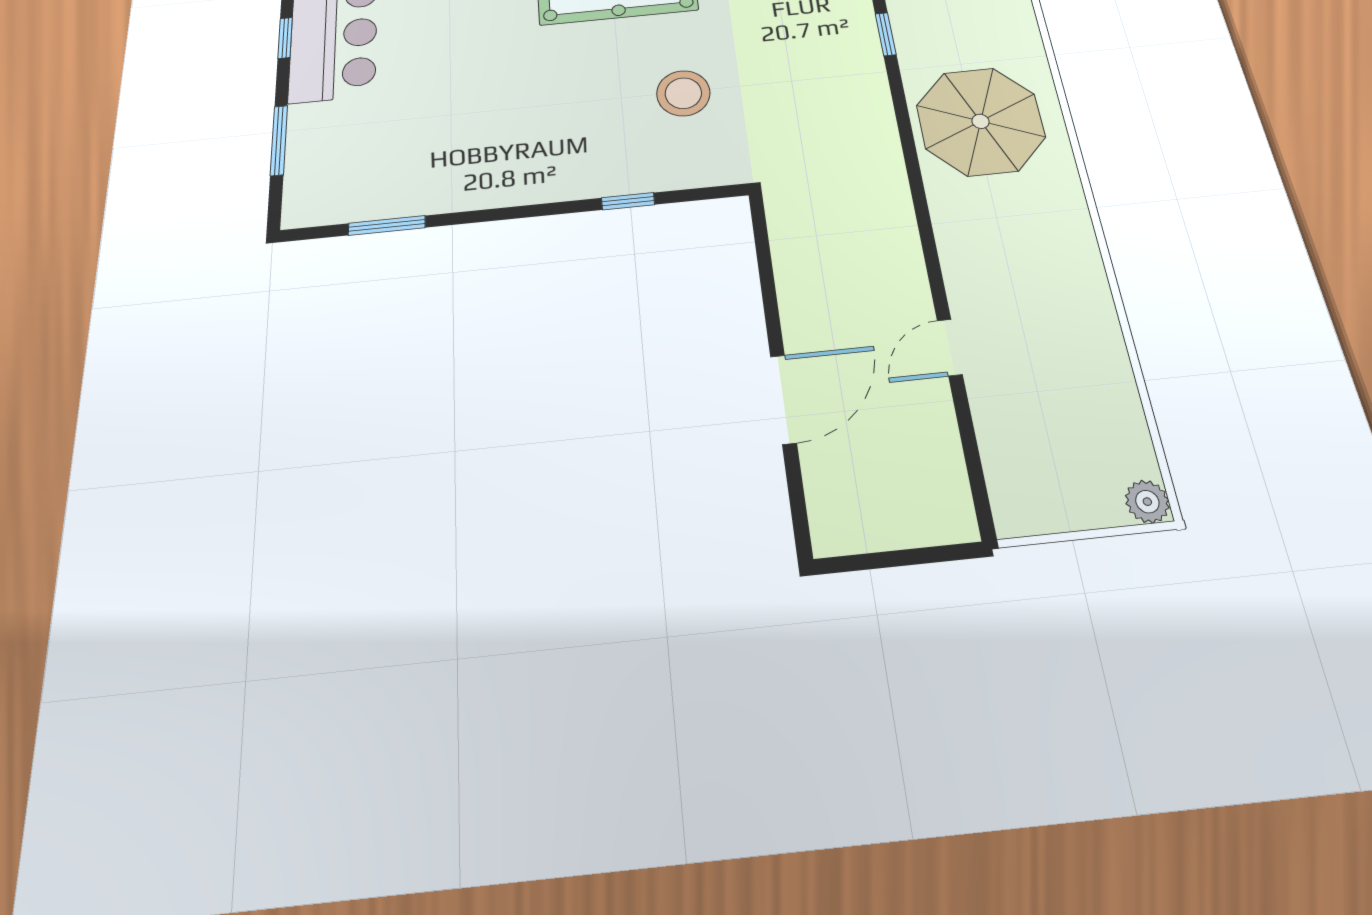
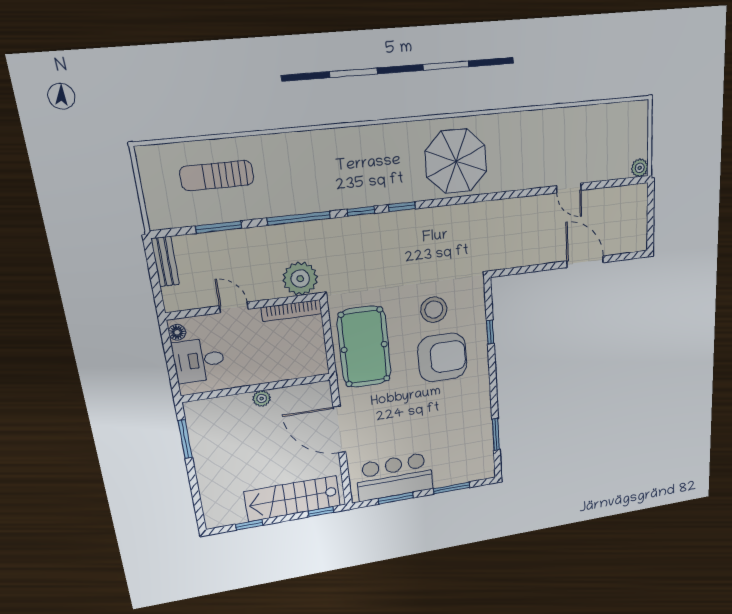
window: (285, 38) -> (396, 498), width x1.50
armchair: (581, 112) -> (442, 357), added
plant: (1147, 502) -> (640, 168), moved

